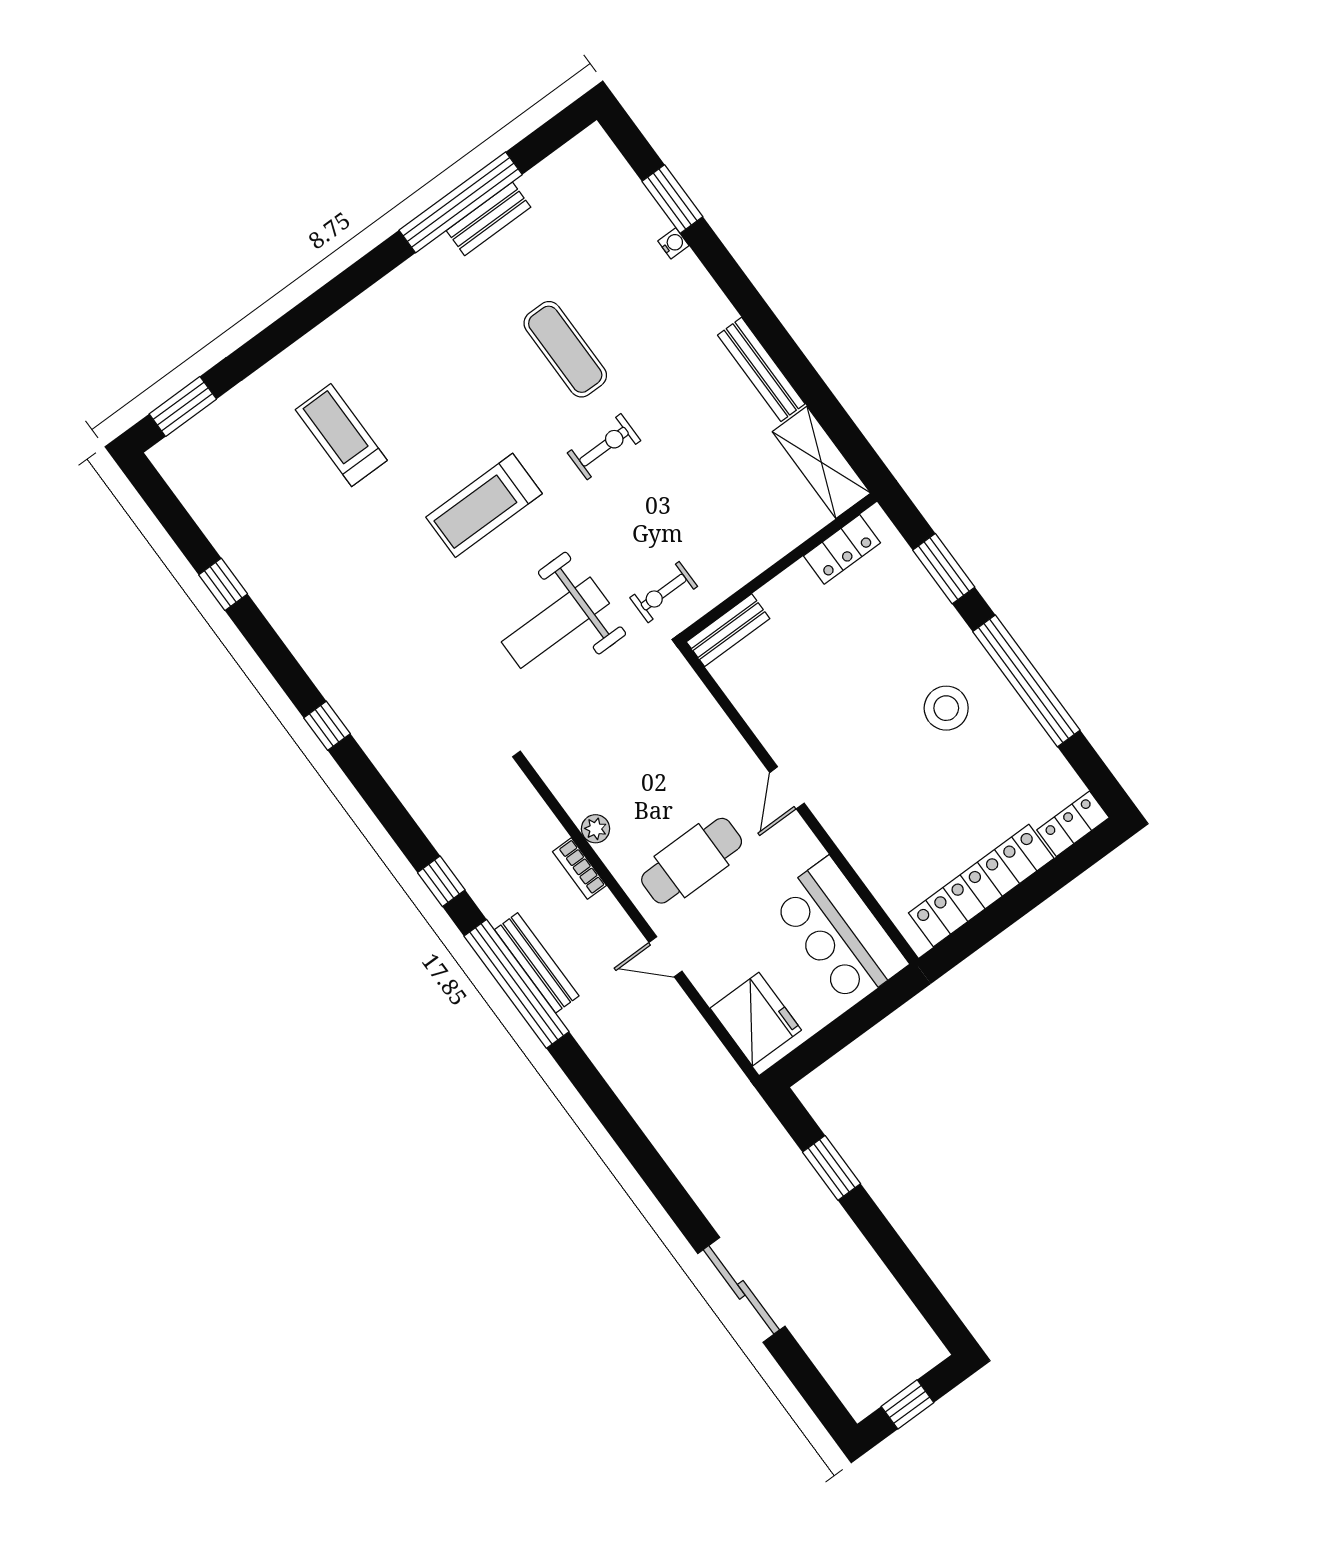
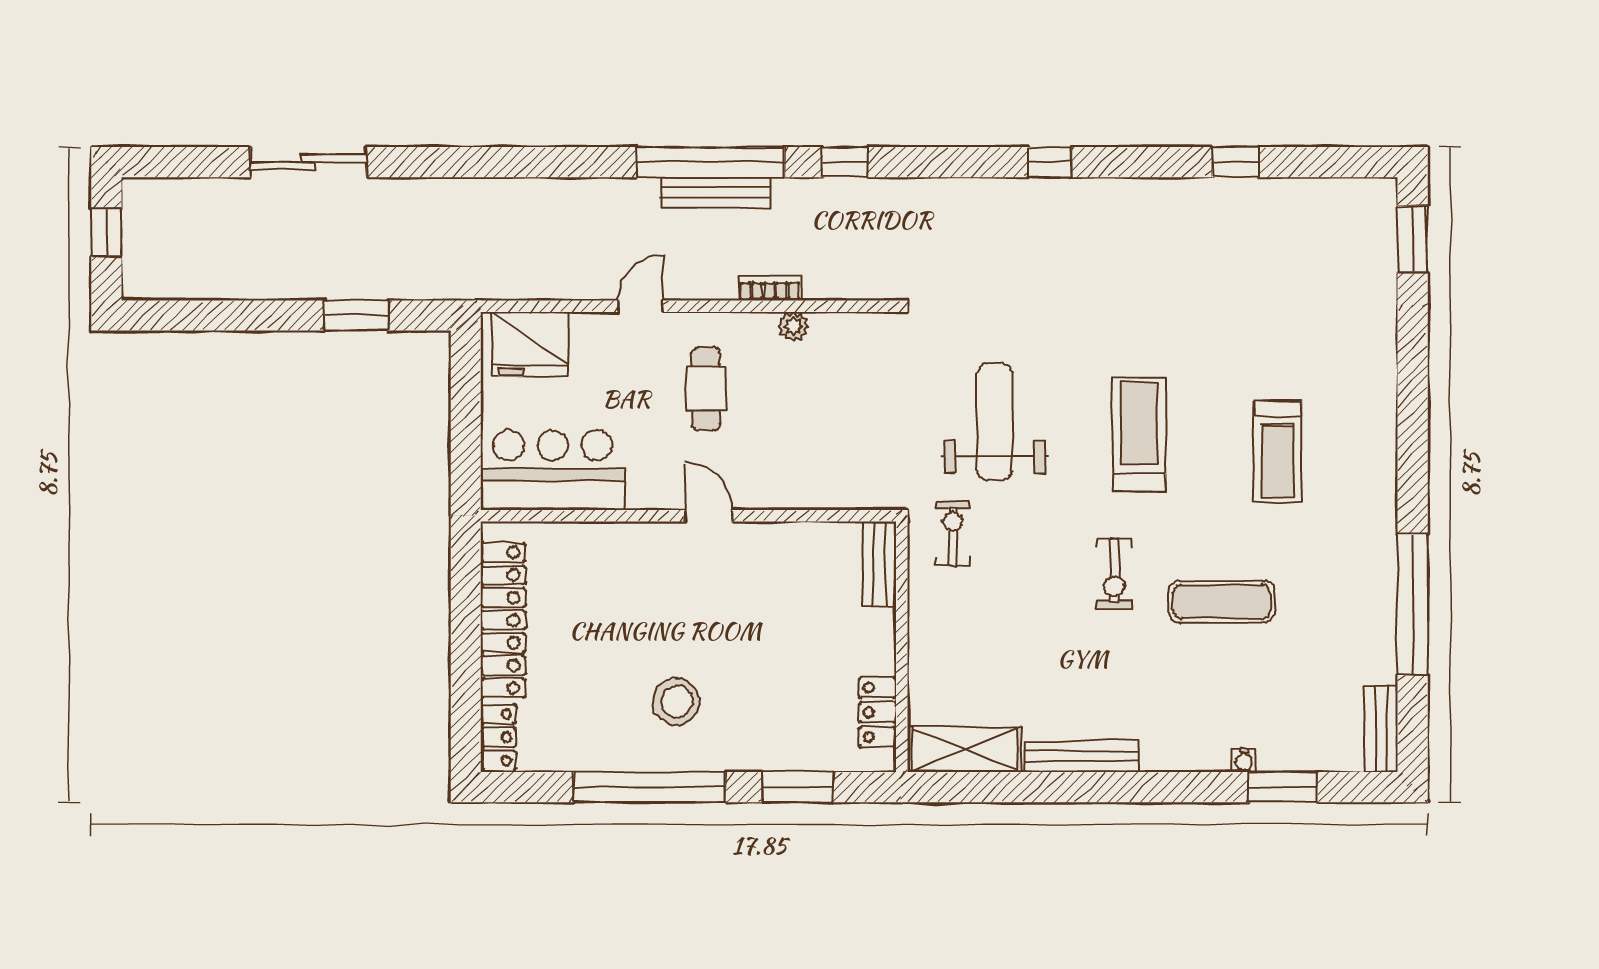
bench: (489, 219) -> (1381, 729), moved
treadmill: (341, 435) -> (1278, 451), moved, turned 90
cafe table: (692, 861) -> (706, 389), width x0.73, depth x0.74

